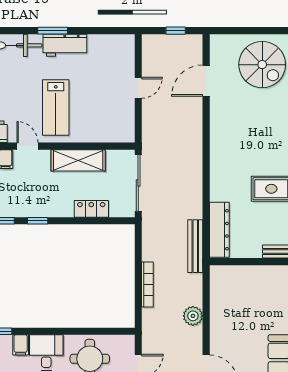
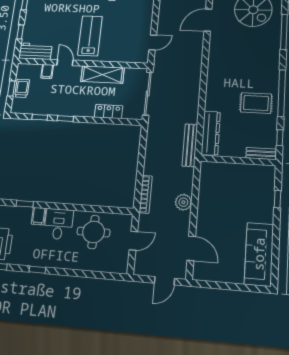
door: (138, 88) -> (153, 42), moved
lab bench: (56, 108) -> (90, 36), turned 180
bookcase: (147, 284) -> (146, 194), moved

